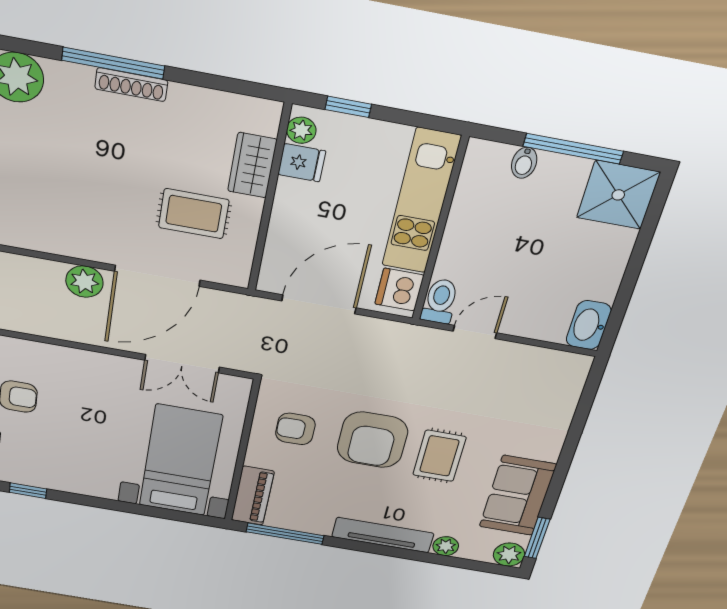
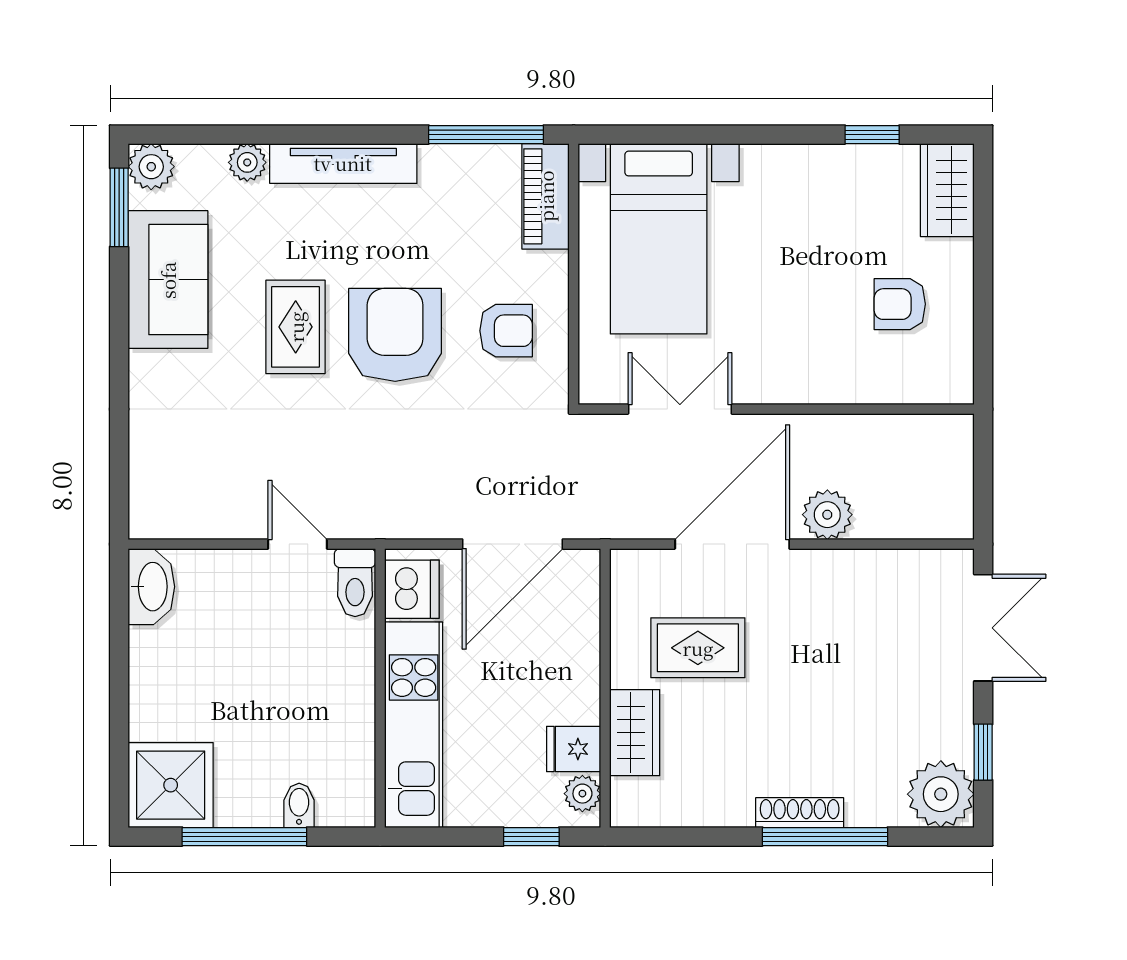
door: (475, 332) -> (298, 544), swing flipped

